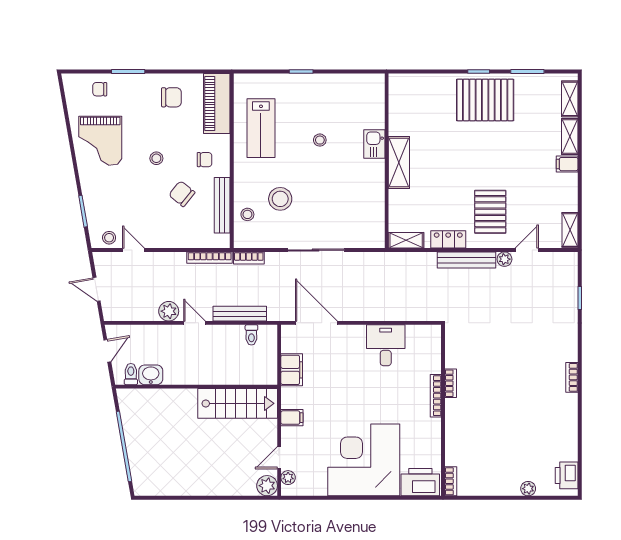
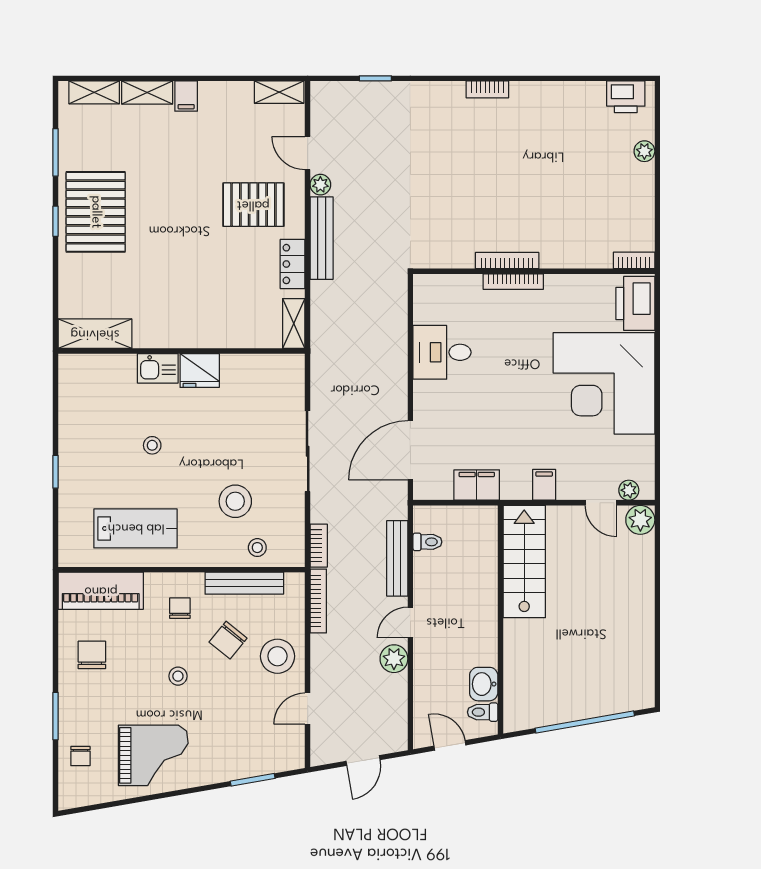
shelving: (399, 162) -> (95, 334), moved
fridge: (373, 174) -> (200, 371), added
stool: (109, 238) -> (277, 656), moved, width x1.89, depth x1.89
bookcase: (451, 383) -> (507, 261), width x1.56

